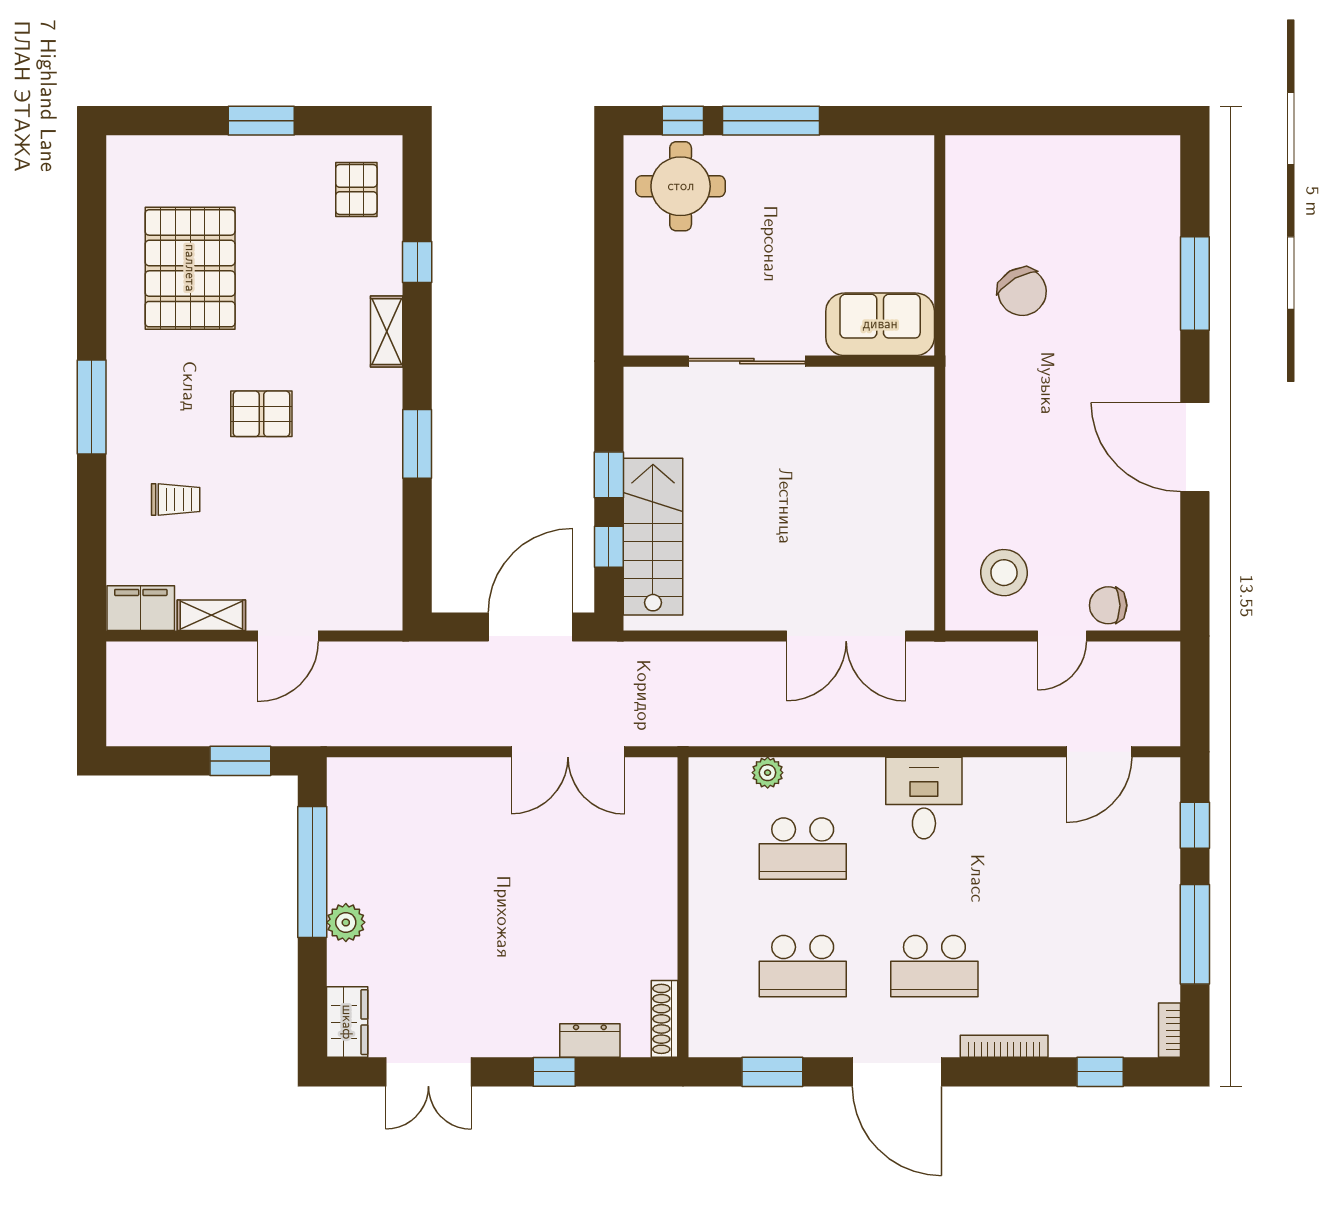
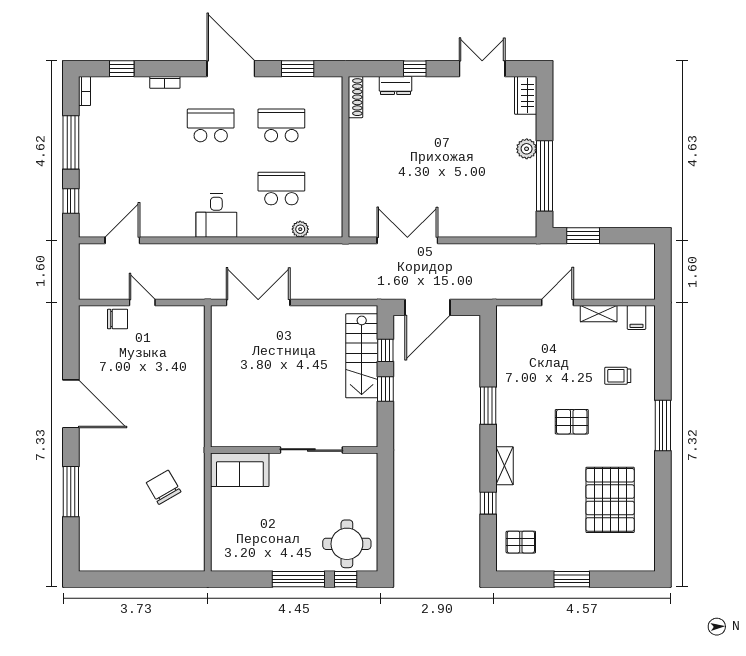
pallet: (356, 190) -> (521, 542), turned 90
stool: (1004, 573) -> (173, 337), removed
filing cabinet: (141, 608) -> (637, 317), width x0.50
door: (1062, 636) -> (142, 303), hinge flipped
bookcase: (1004, 1046) -> (165, 82), width x0.64

